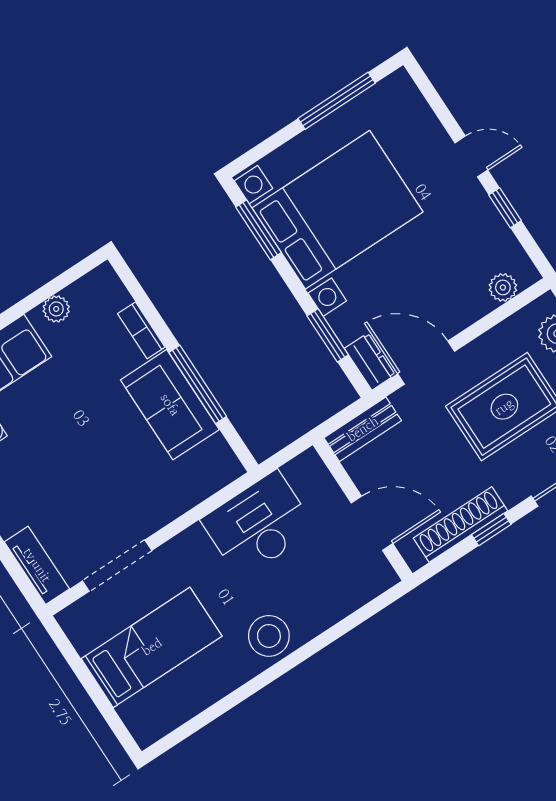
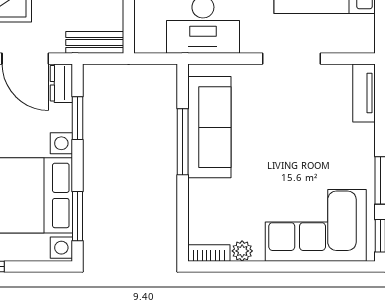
bookcase: (141, 330) -> (209, 253), moved, turned -90
sofa: (170, 405) -> (209, 127), width x1.36
doorway: (117, 566) -> (292, 59), moved

